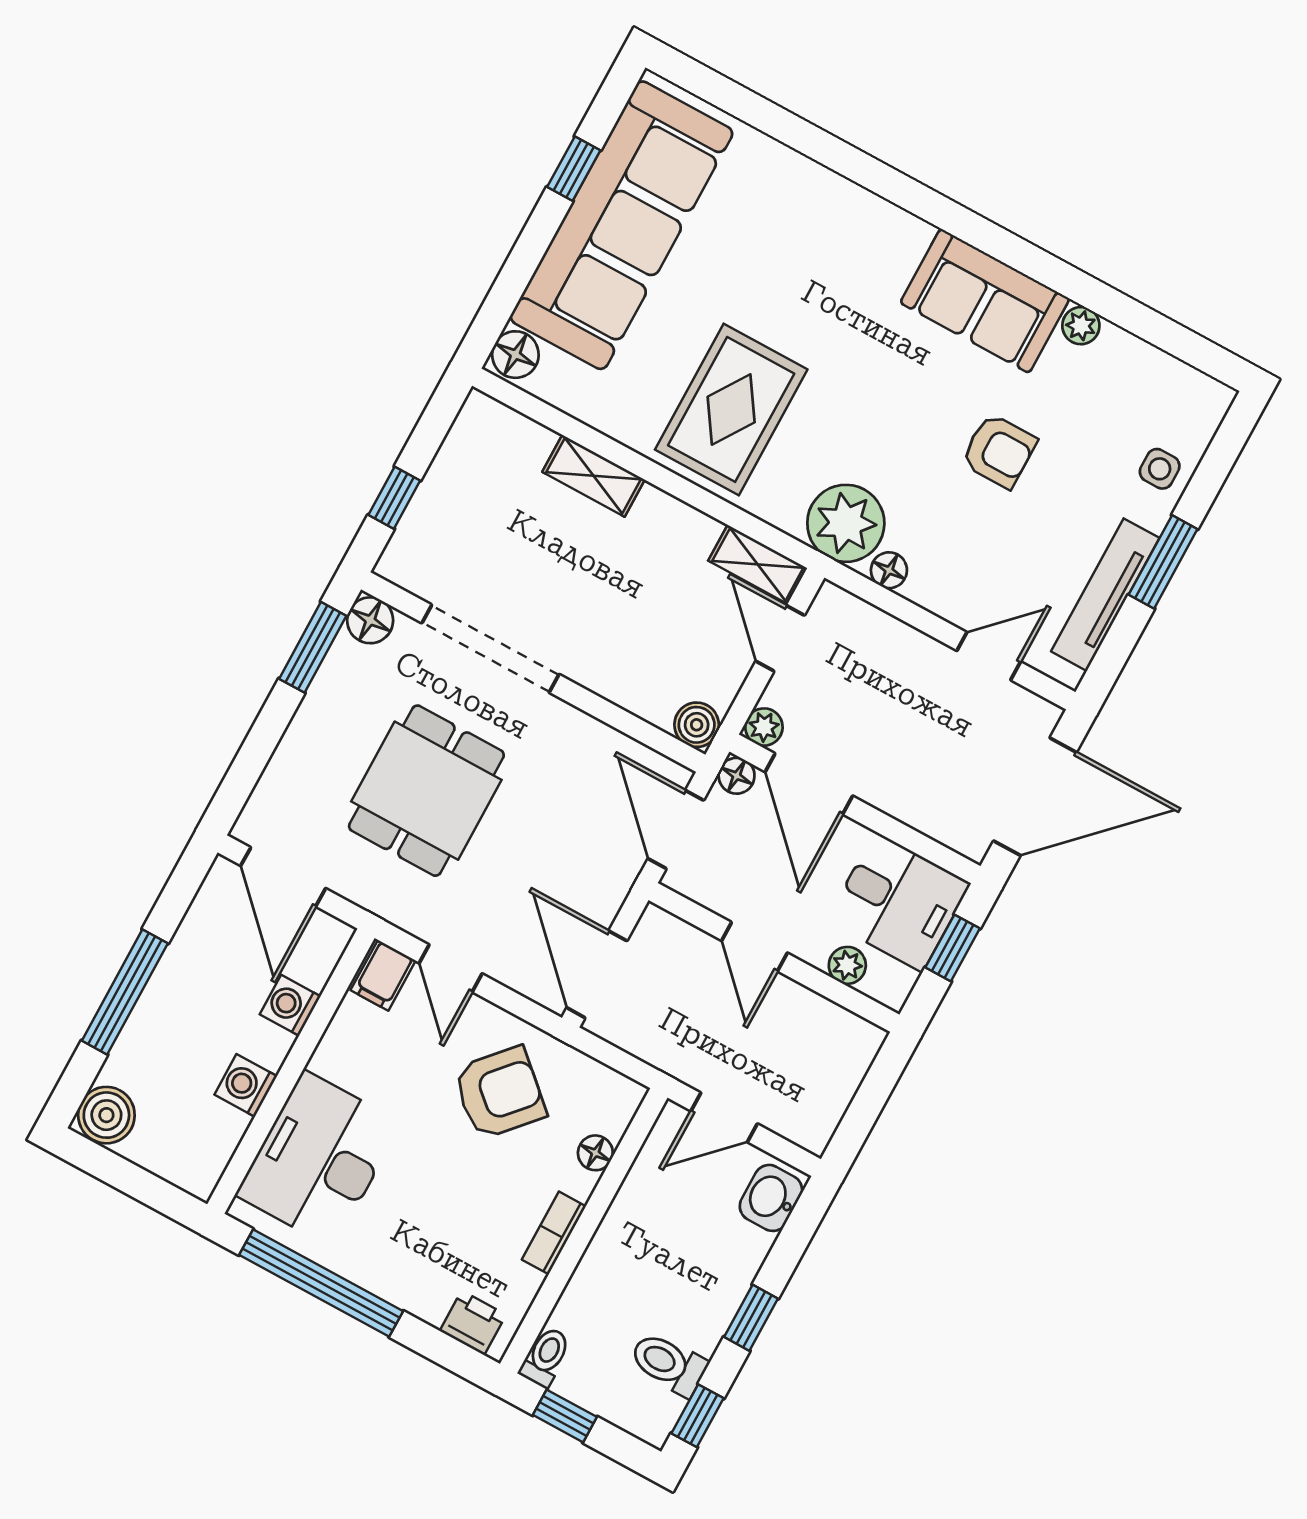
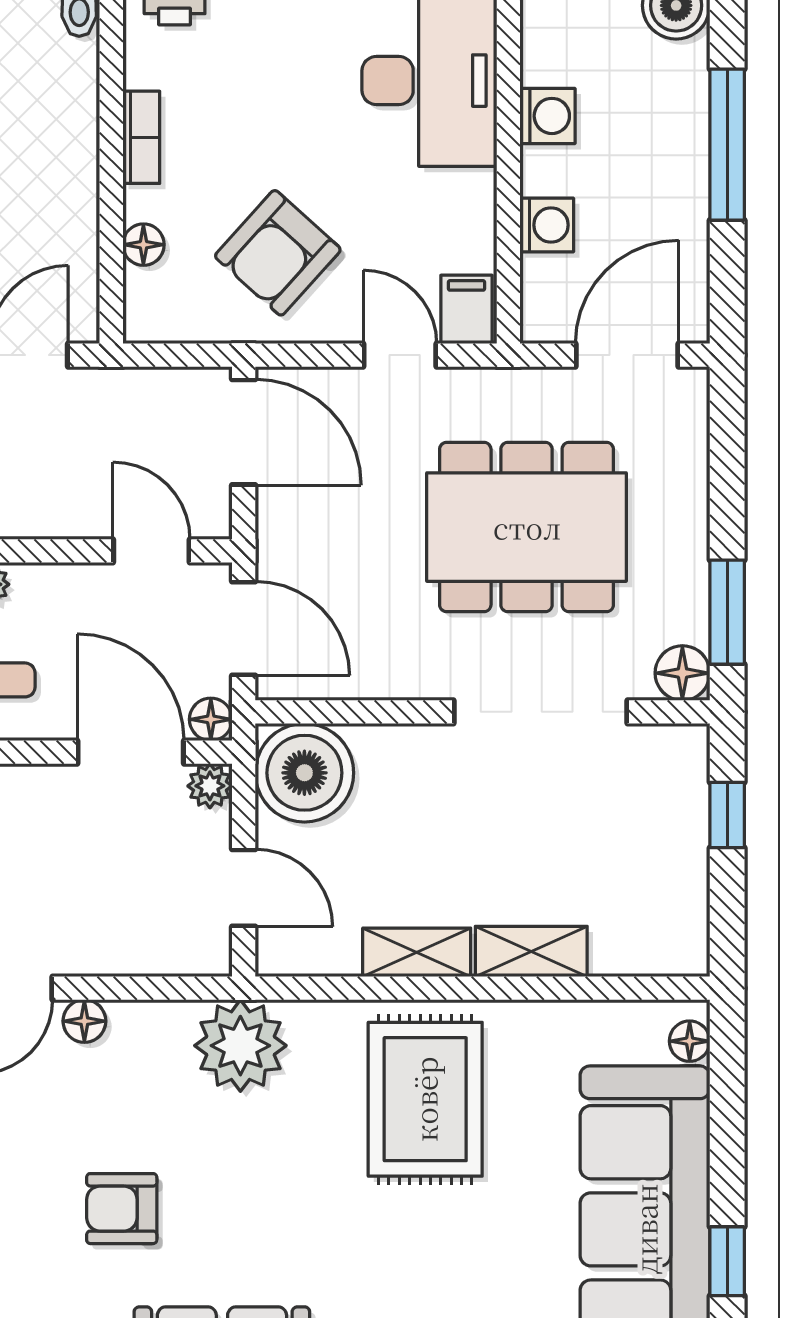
floor lamp: (515, 355) -> (690, 1041), width x0.73, depth x0.73
shelving: (758, 564) -> (417, 952), moved
floor lamp: (889, 570) -> (84, 1021), moved
boiler: (697, 725) -> (304, 773), width x1.86, depth x1.86
dining table: (426, 791) -> (527, 527), width x1.38
door: (283, 877) -> (627, 355), hinge flipped
door: (754, 947) -> (151, 551), moved

